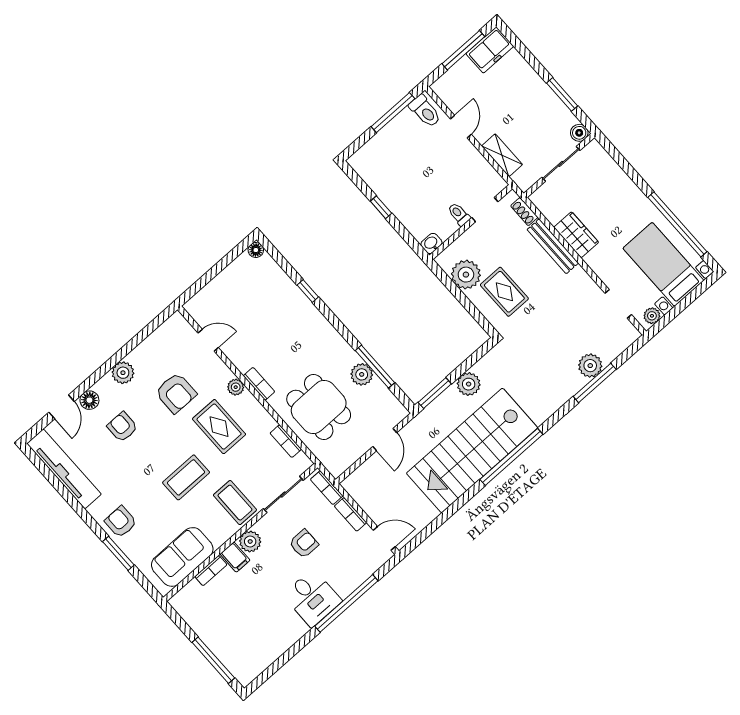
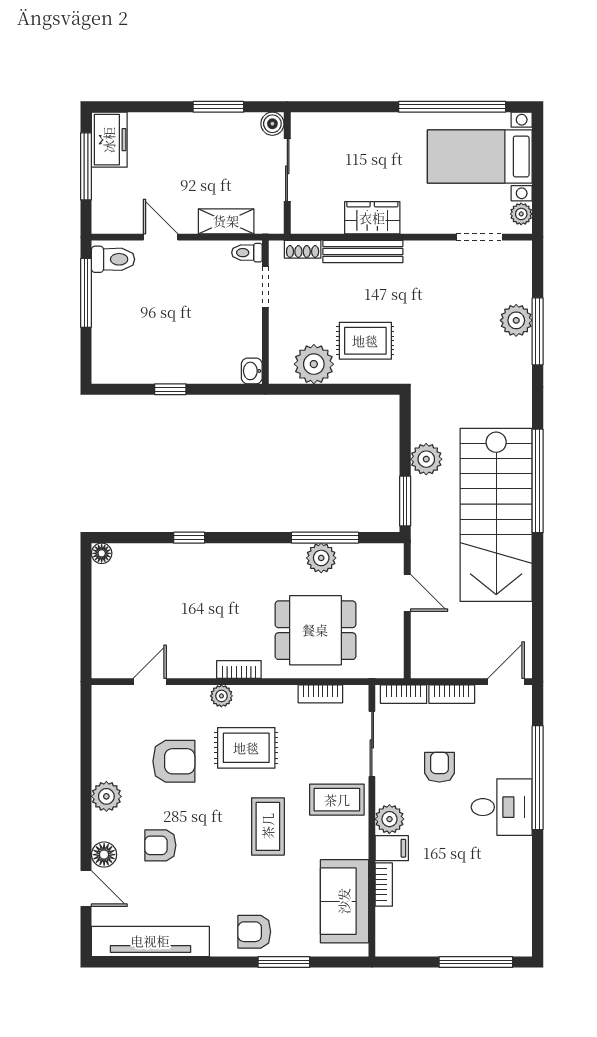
toilet: (459, 214) -> (247, 253), moved

